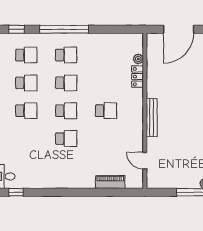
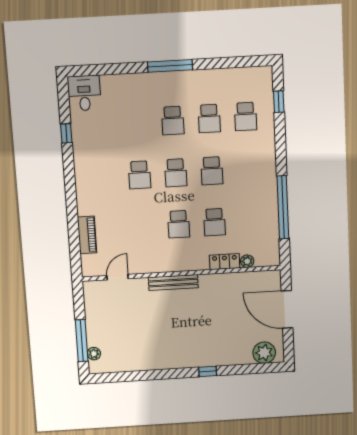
window: (64, 29) -> (283, 207), moved
school desk: (66, 55) -> (214, 222), moved
window: (16, 192) -> (66, 133), moved

